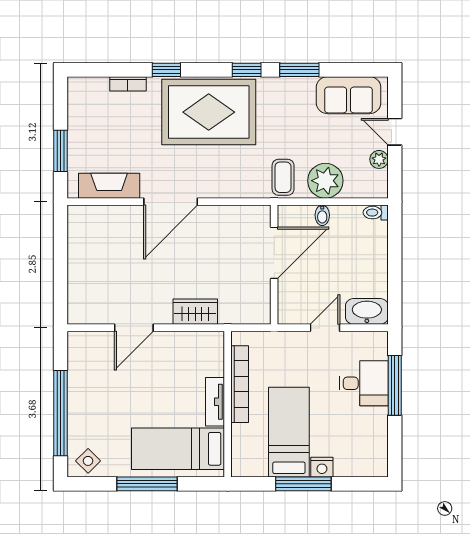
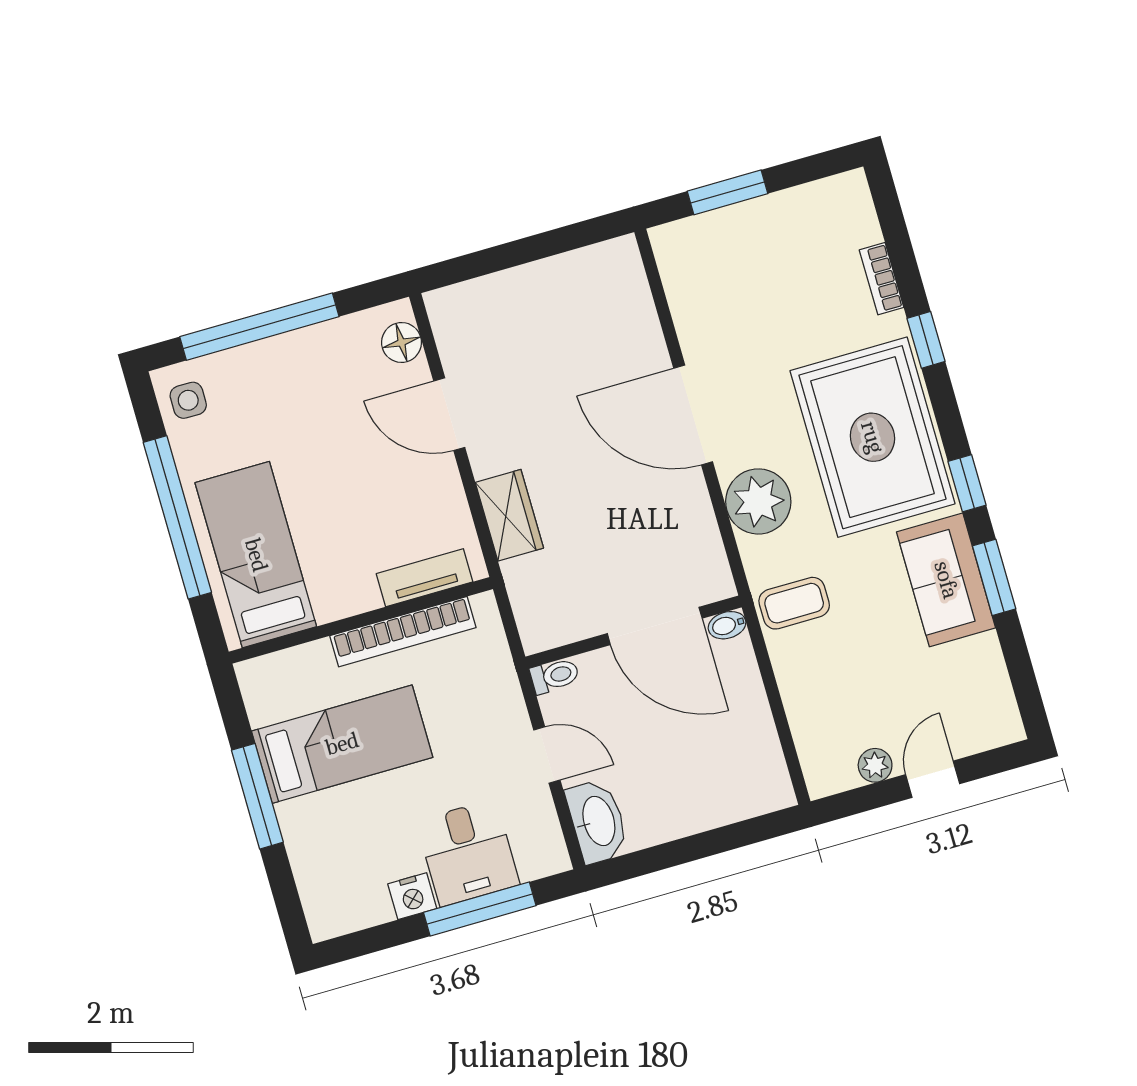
sofa: (349, 95) -> (946, 580), moved
plant: (325, 181) -> (758, 501), moved
fireplace: (109, 186) -> (690, 297), removed
toilet: (376, 213) -> (555, 676), moved, turned 90
bidet: (322, 215) -> (727, 625), moved
floor lamp: (90, 342) -> (402, 342), added
tv unit: (215, 402) -> (425, 578), moved
side table: (88, 461) -> (188, 400), turned 45
nightstand: (322, 467) -> (412, 896), moved, turned -90
window: (147, 484) -> (177, 517), width x1.46

